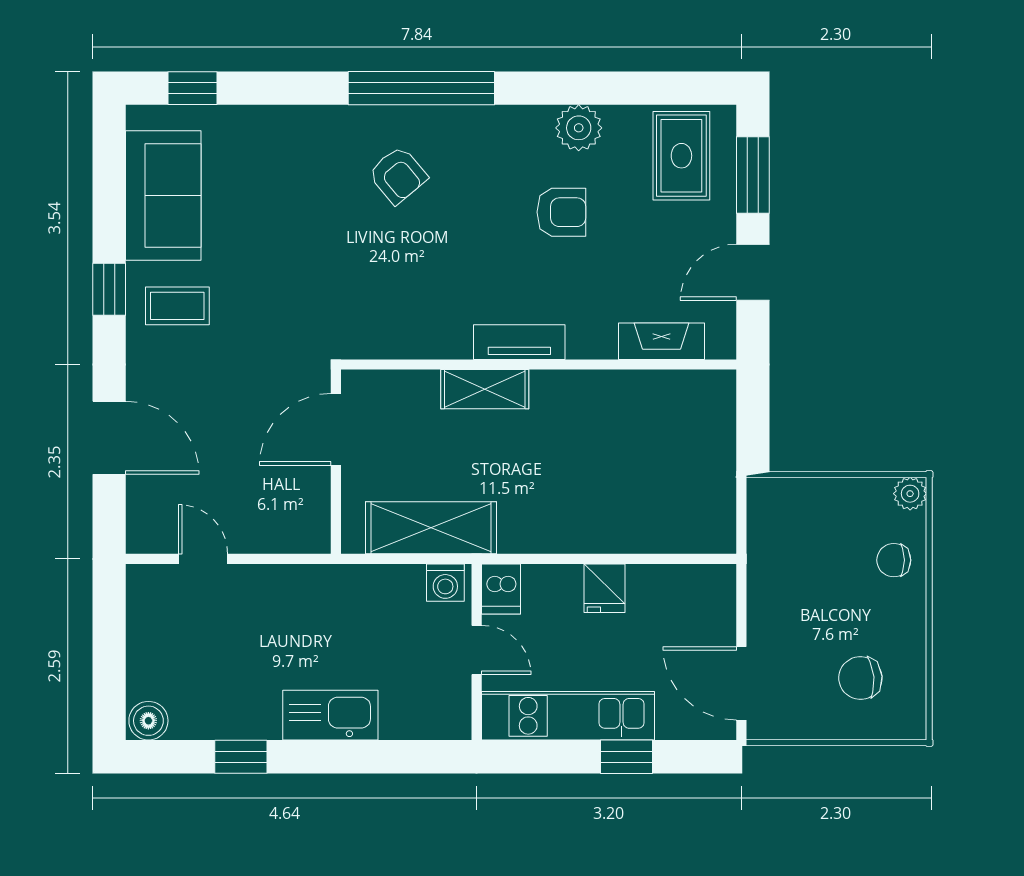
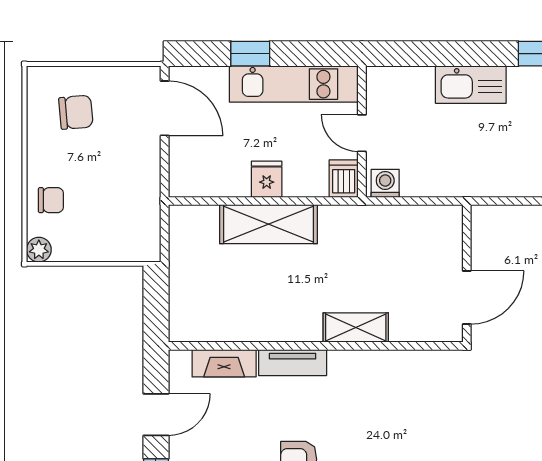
tv unit: (519, 342) -> (293, 363), moved
shelving: (431, 528) -> (268, 224), moved

